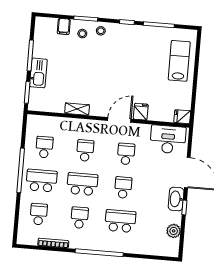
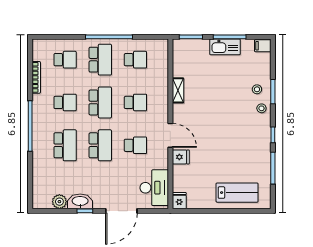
filing cabinet: (64, 26) -> (263, 46), moved
kitchen sink: (38, 73) -> (225, 47), moved
school desk: (123, 187) -> (100, 145), width x1.85
washbasin: (176, 199) -> (80, 201), moved

